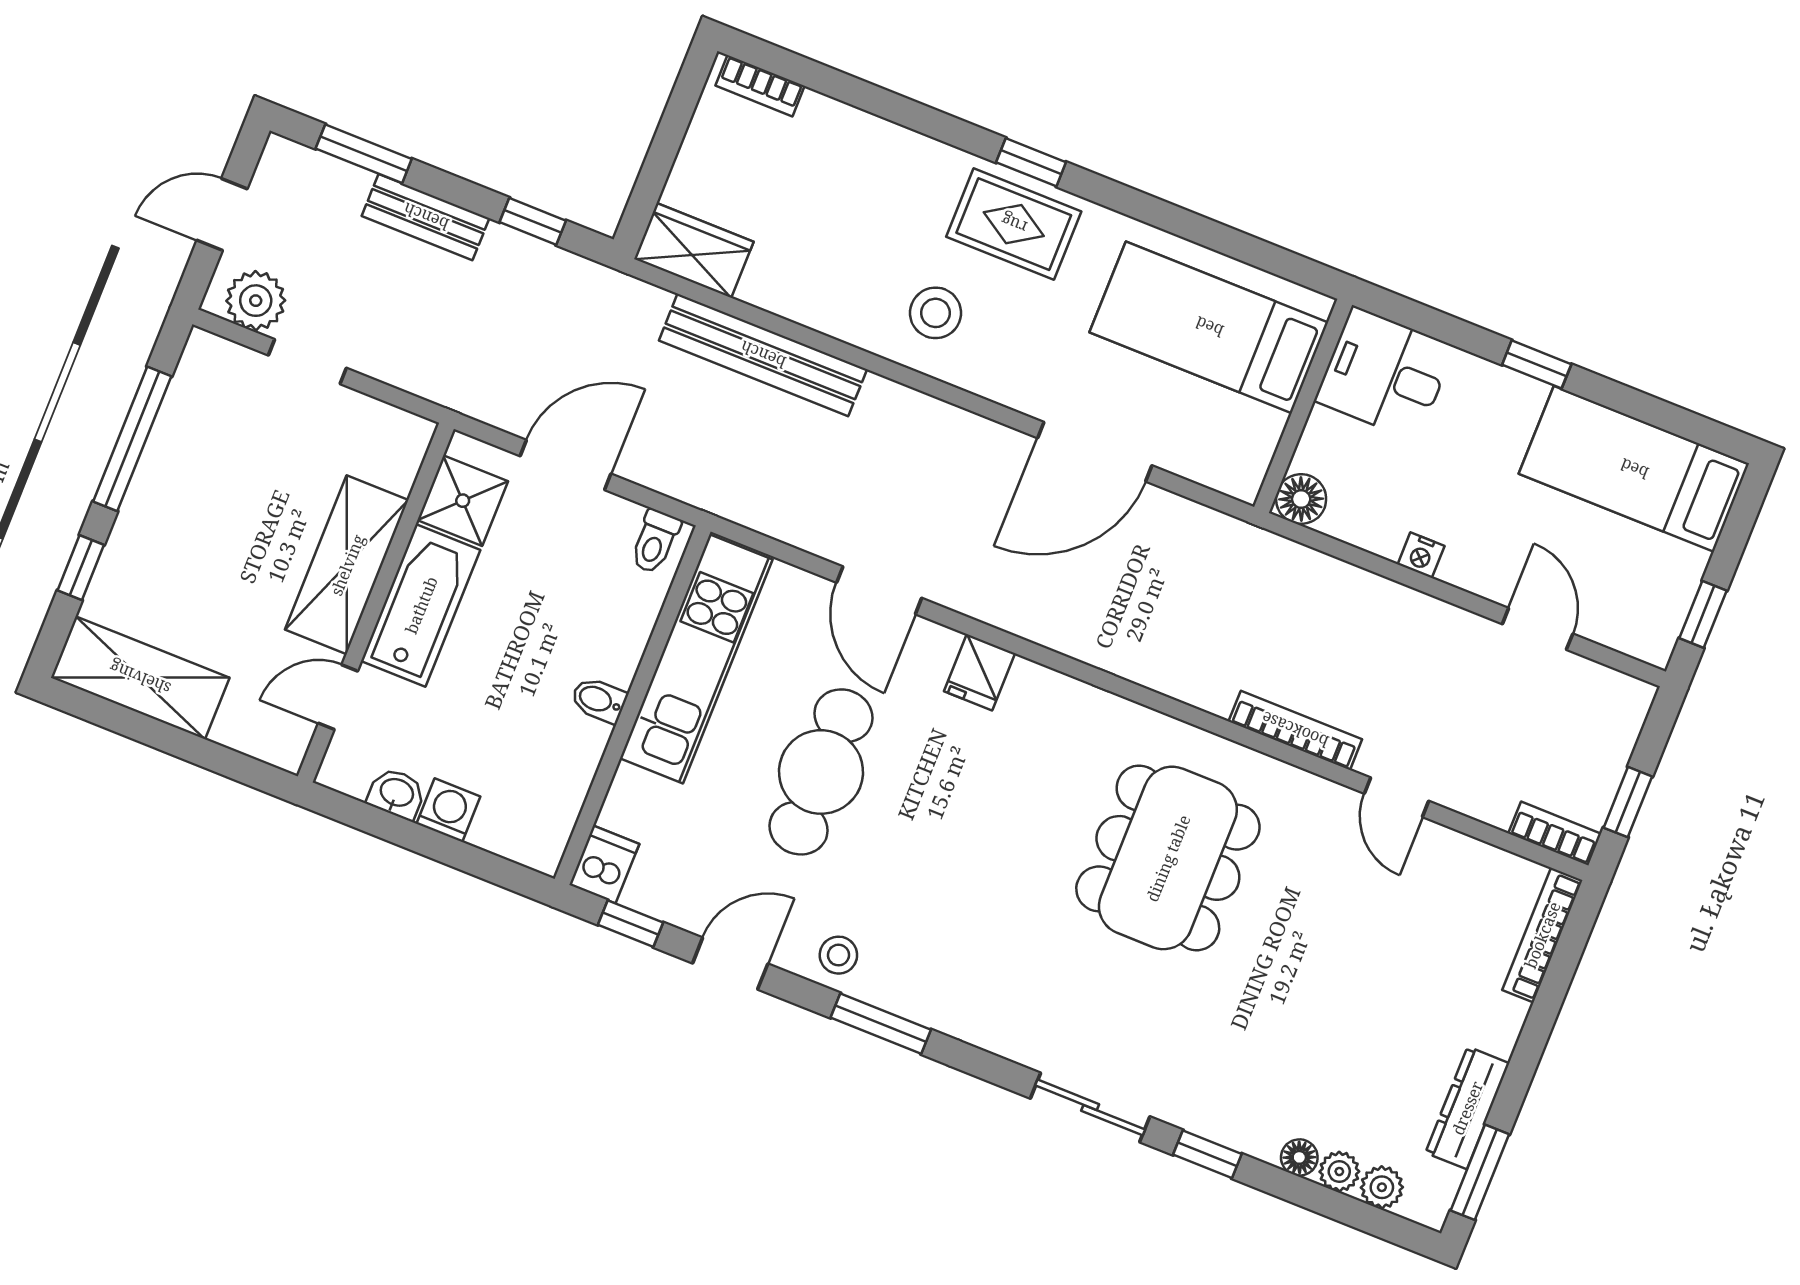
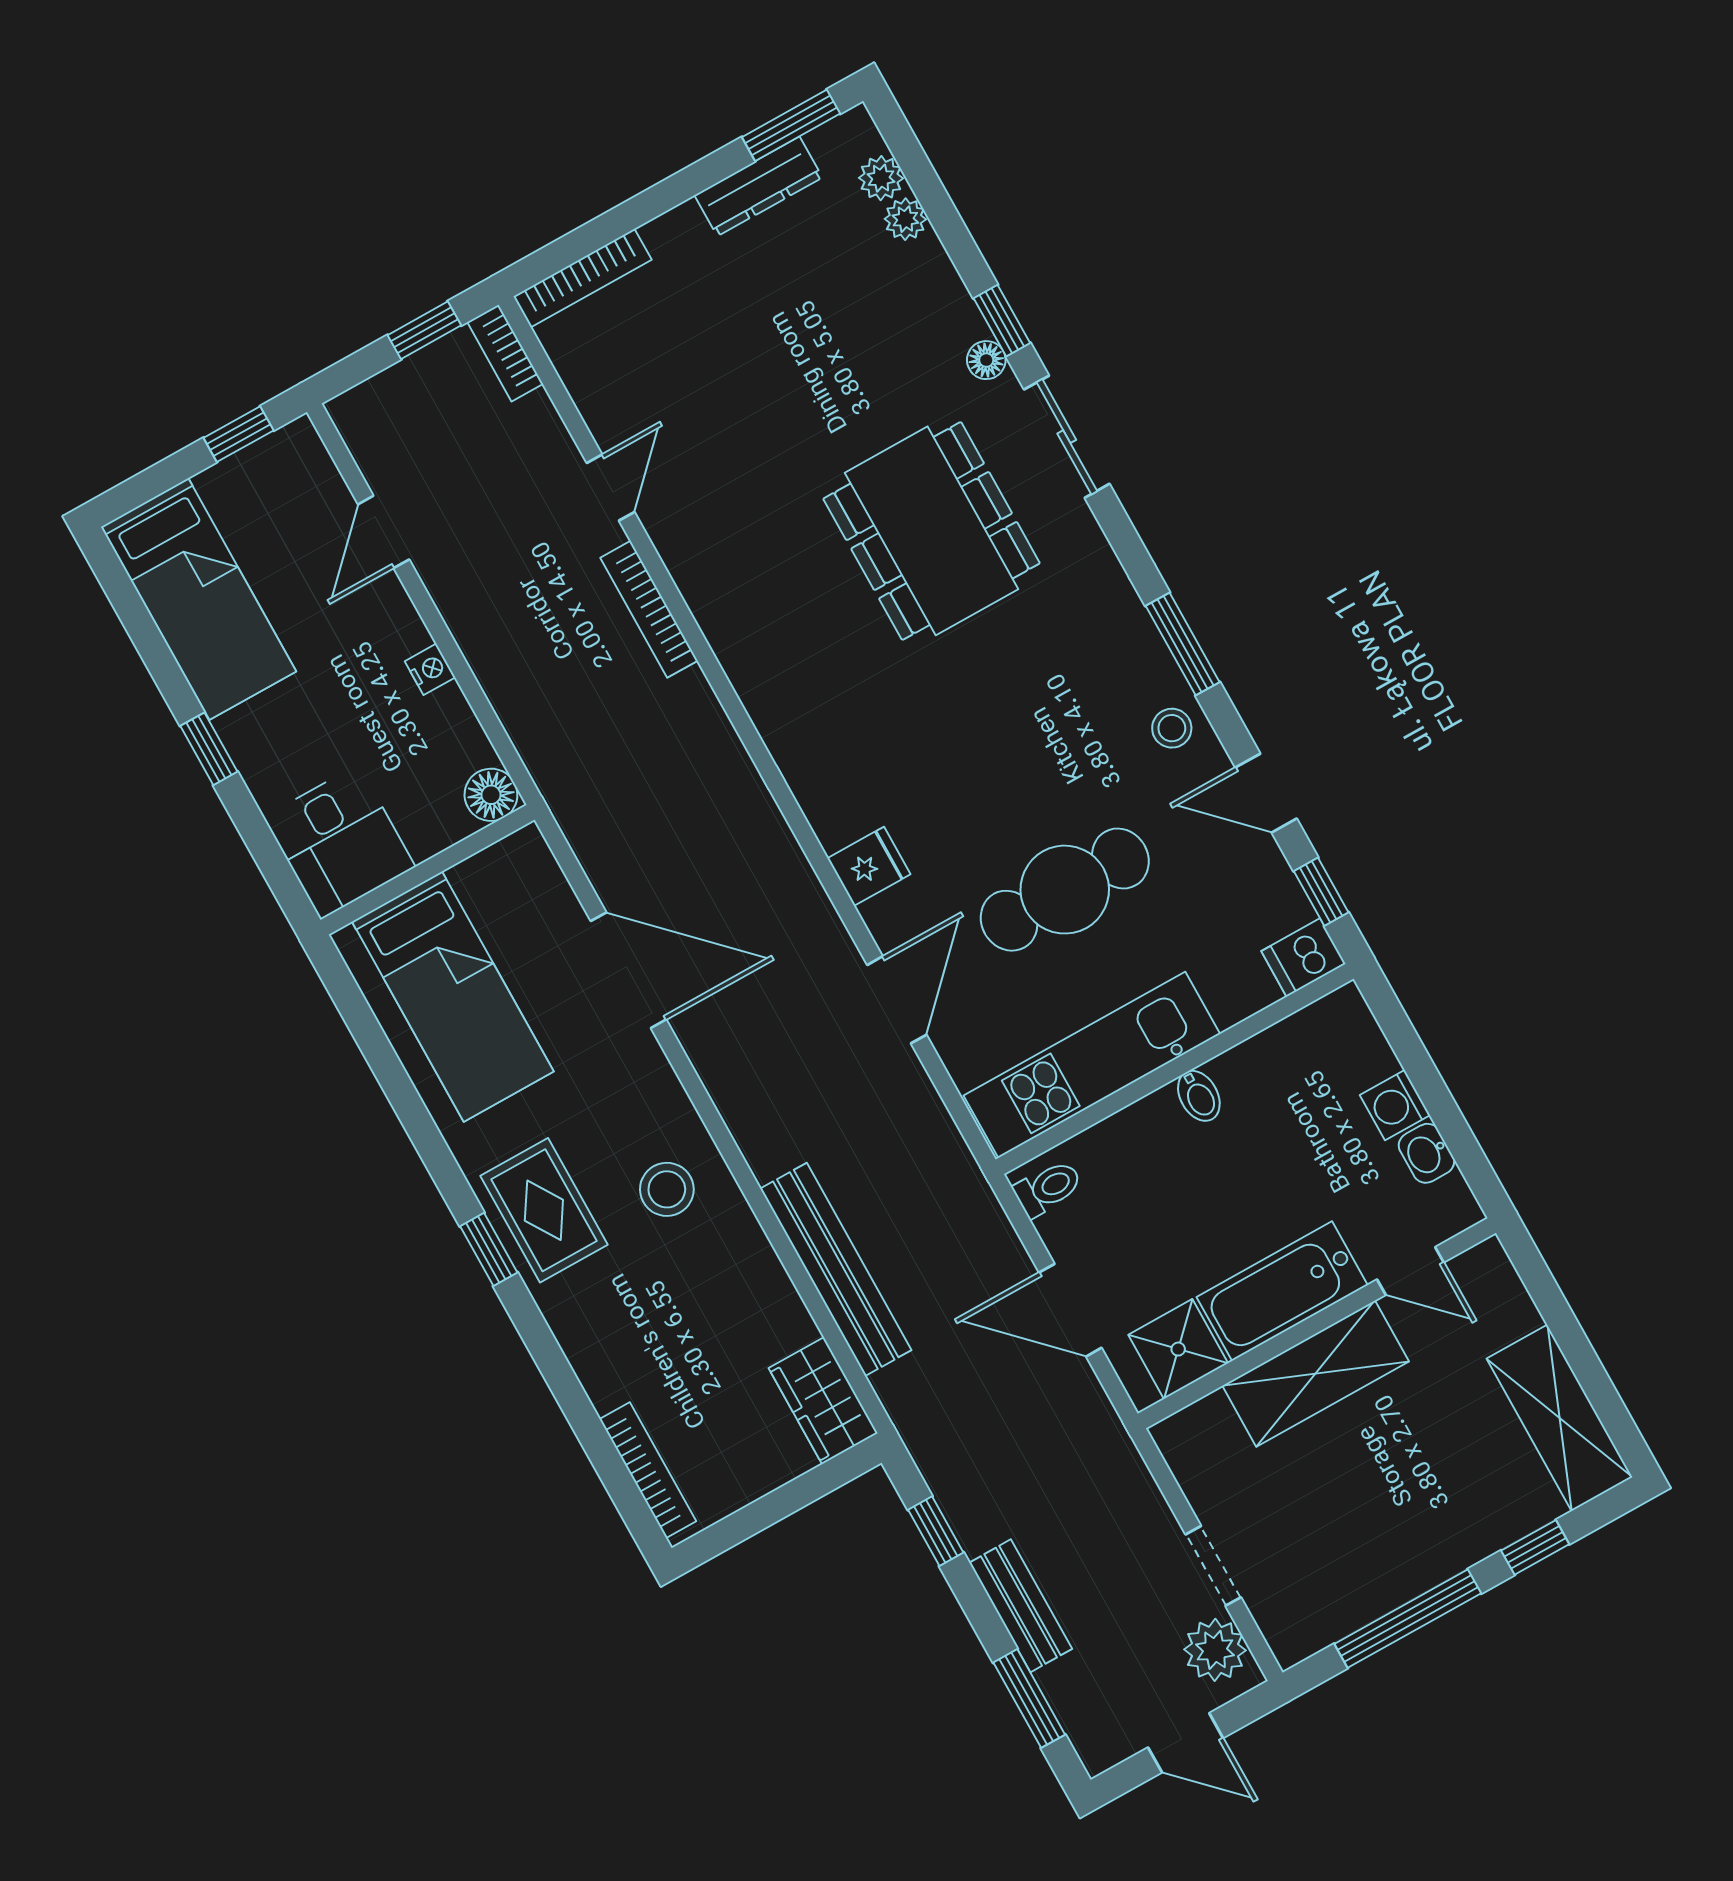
bookcase: (760, 86) -> (648, 1470), width x1.56
dining table: (1168, 858) -> (932, 531), moved, turned 90
floor lamp: (1299, 1157) -> (986, 360), moved

